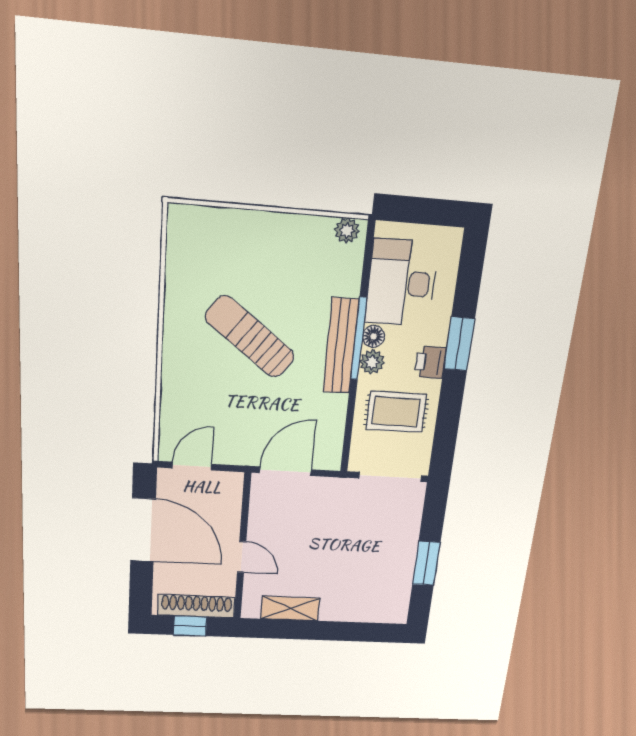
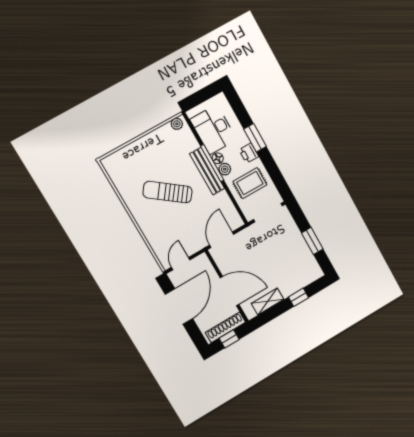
door: (143, 530) -> (179, 306), hinge flipped
door: (242, 557) -> (230, 291), width x1.87
window: (342, 631) -> (298, 297), added

